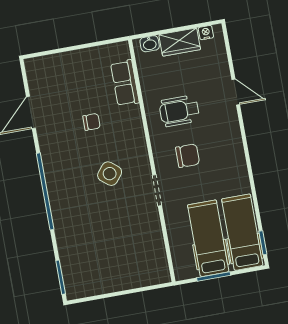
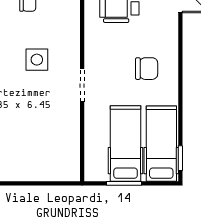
chair: (188, 156) -> (147, 69), moved
side table: (110, 174) -> (37, 60), turned -38

